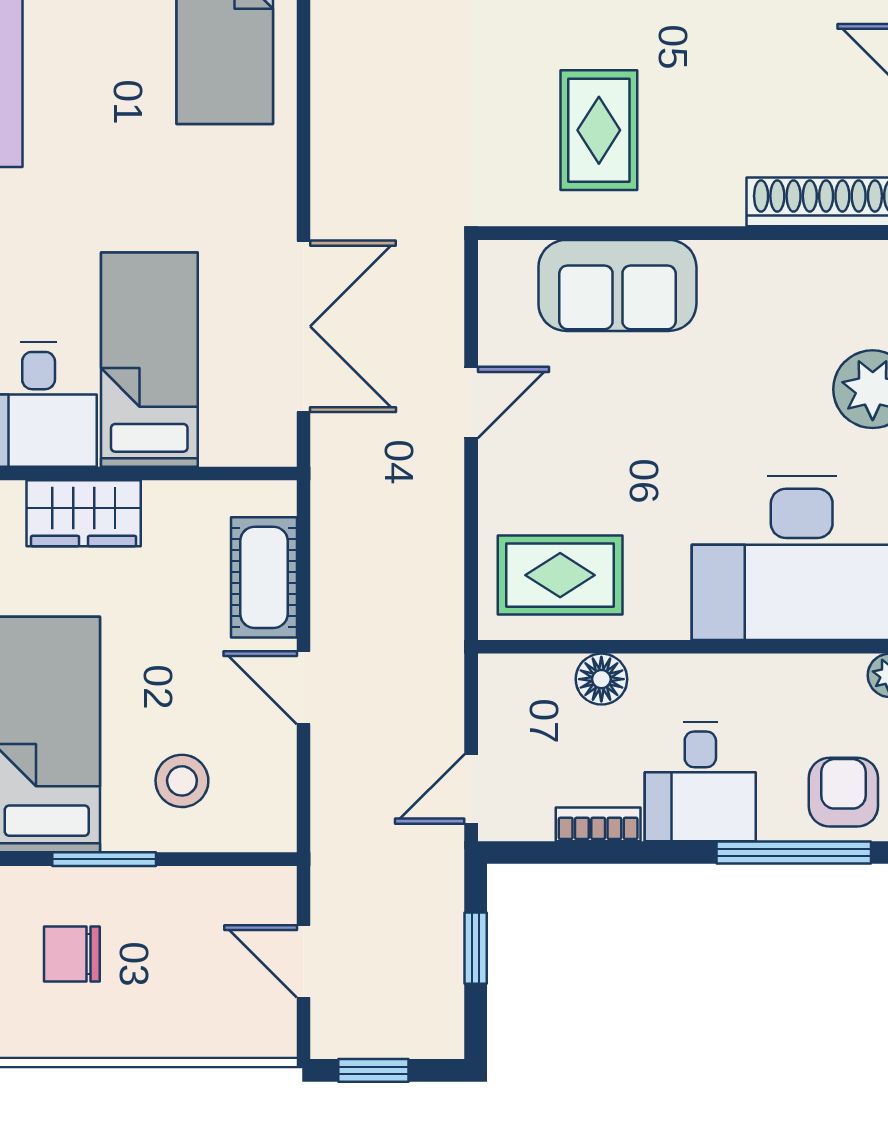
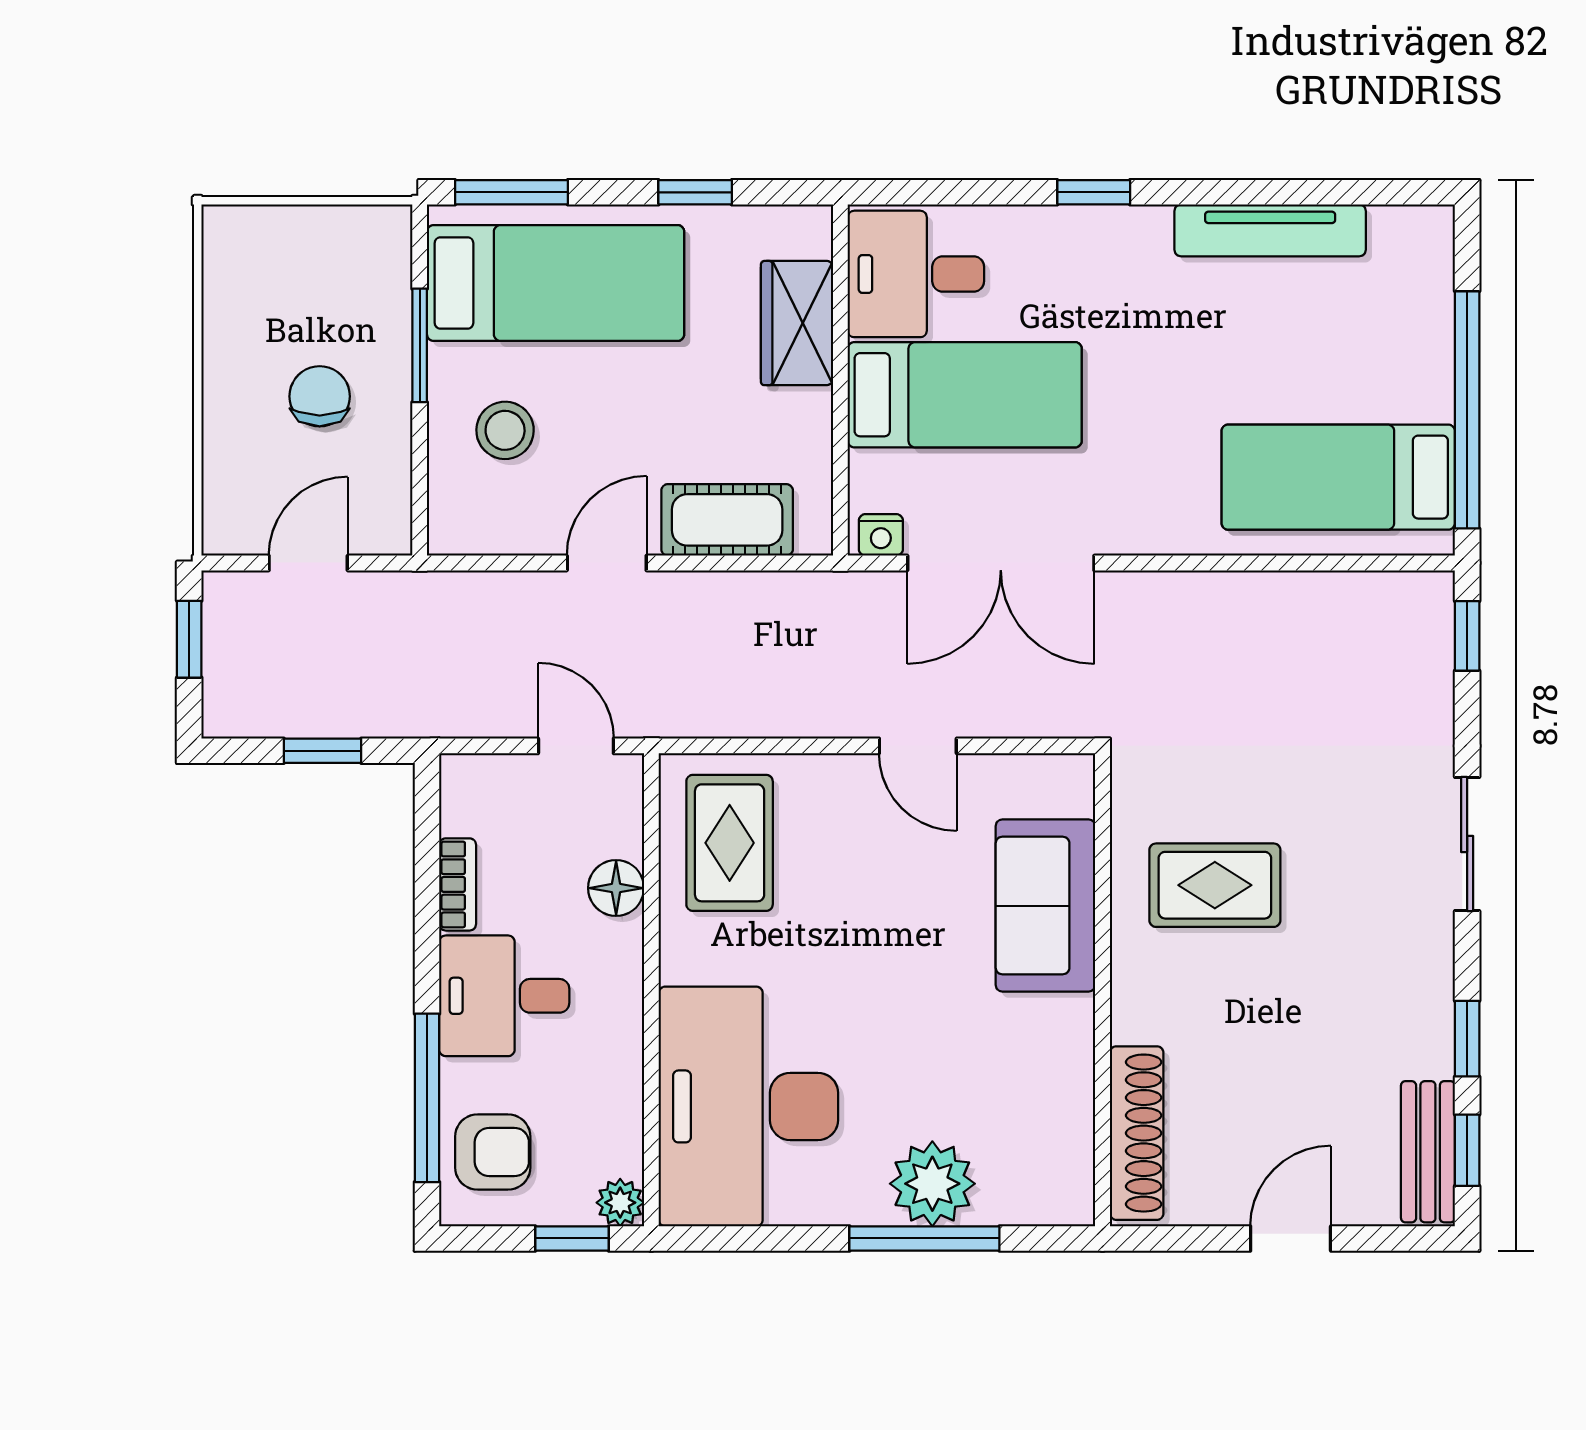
nightstand: (278, 436) -> (881, 535), added
door: (471, 789) -> (576, 746), moved
chair: (72, 954) -> (320, 396), moved

